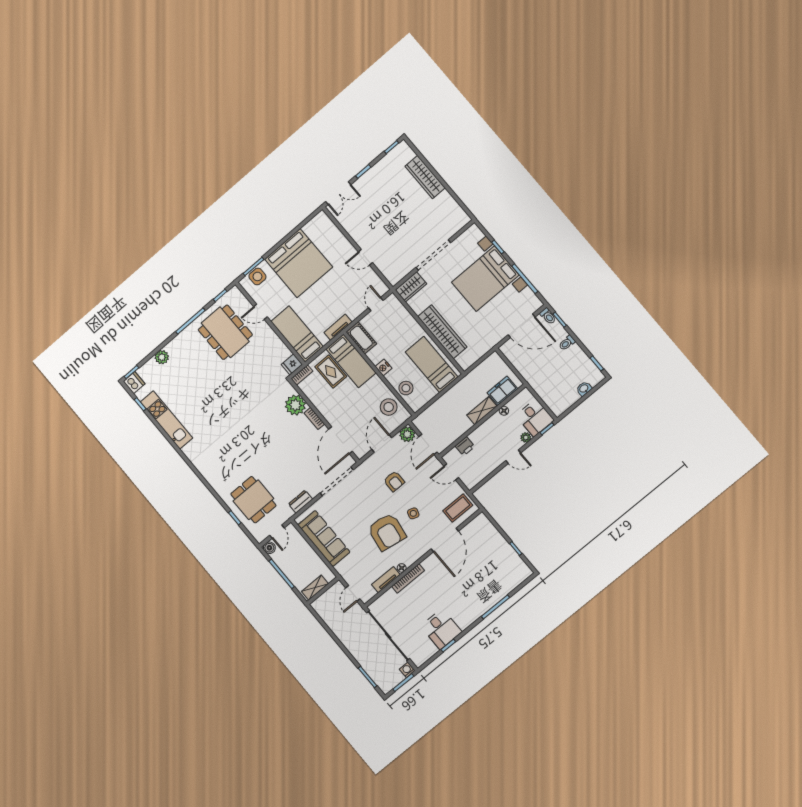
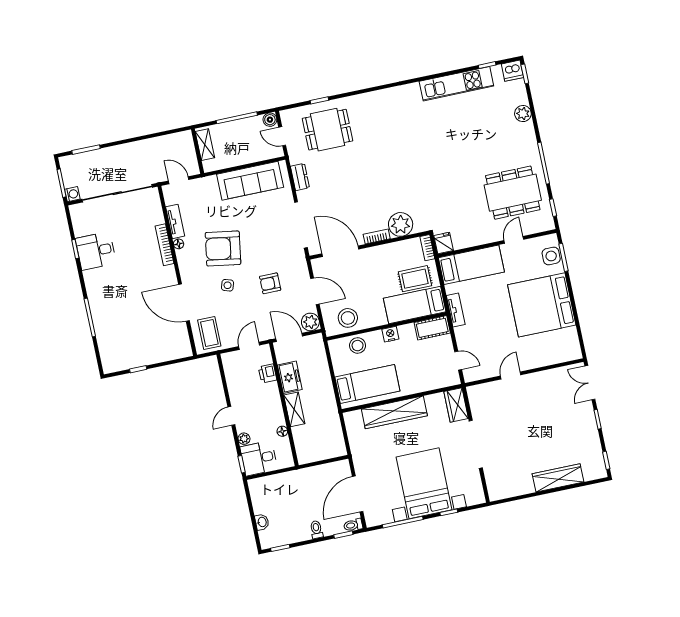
freezer: (502, 391) -> (290, 377), moved

